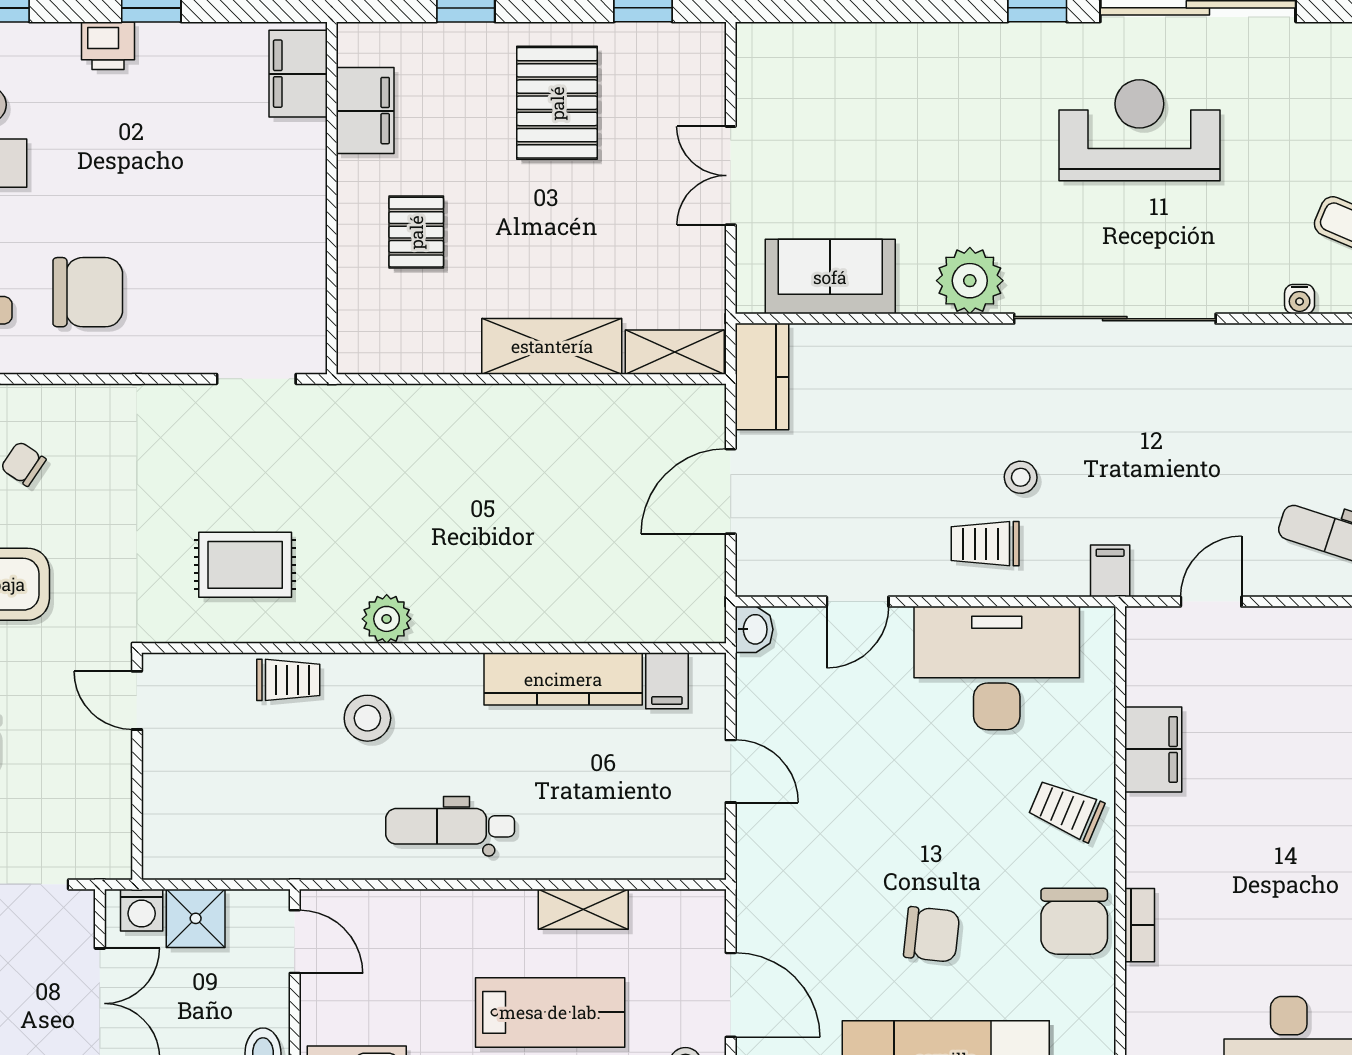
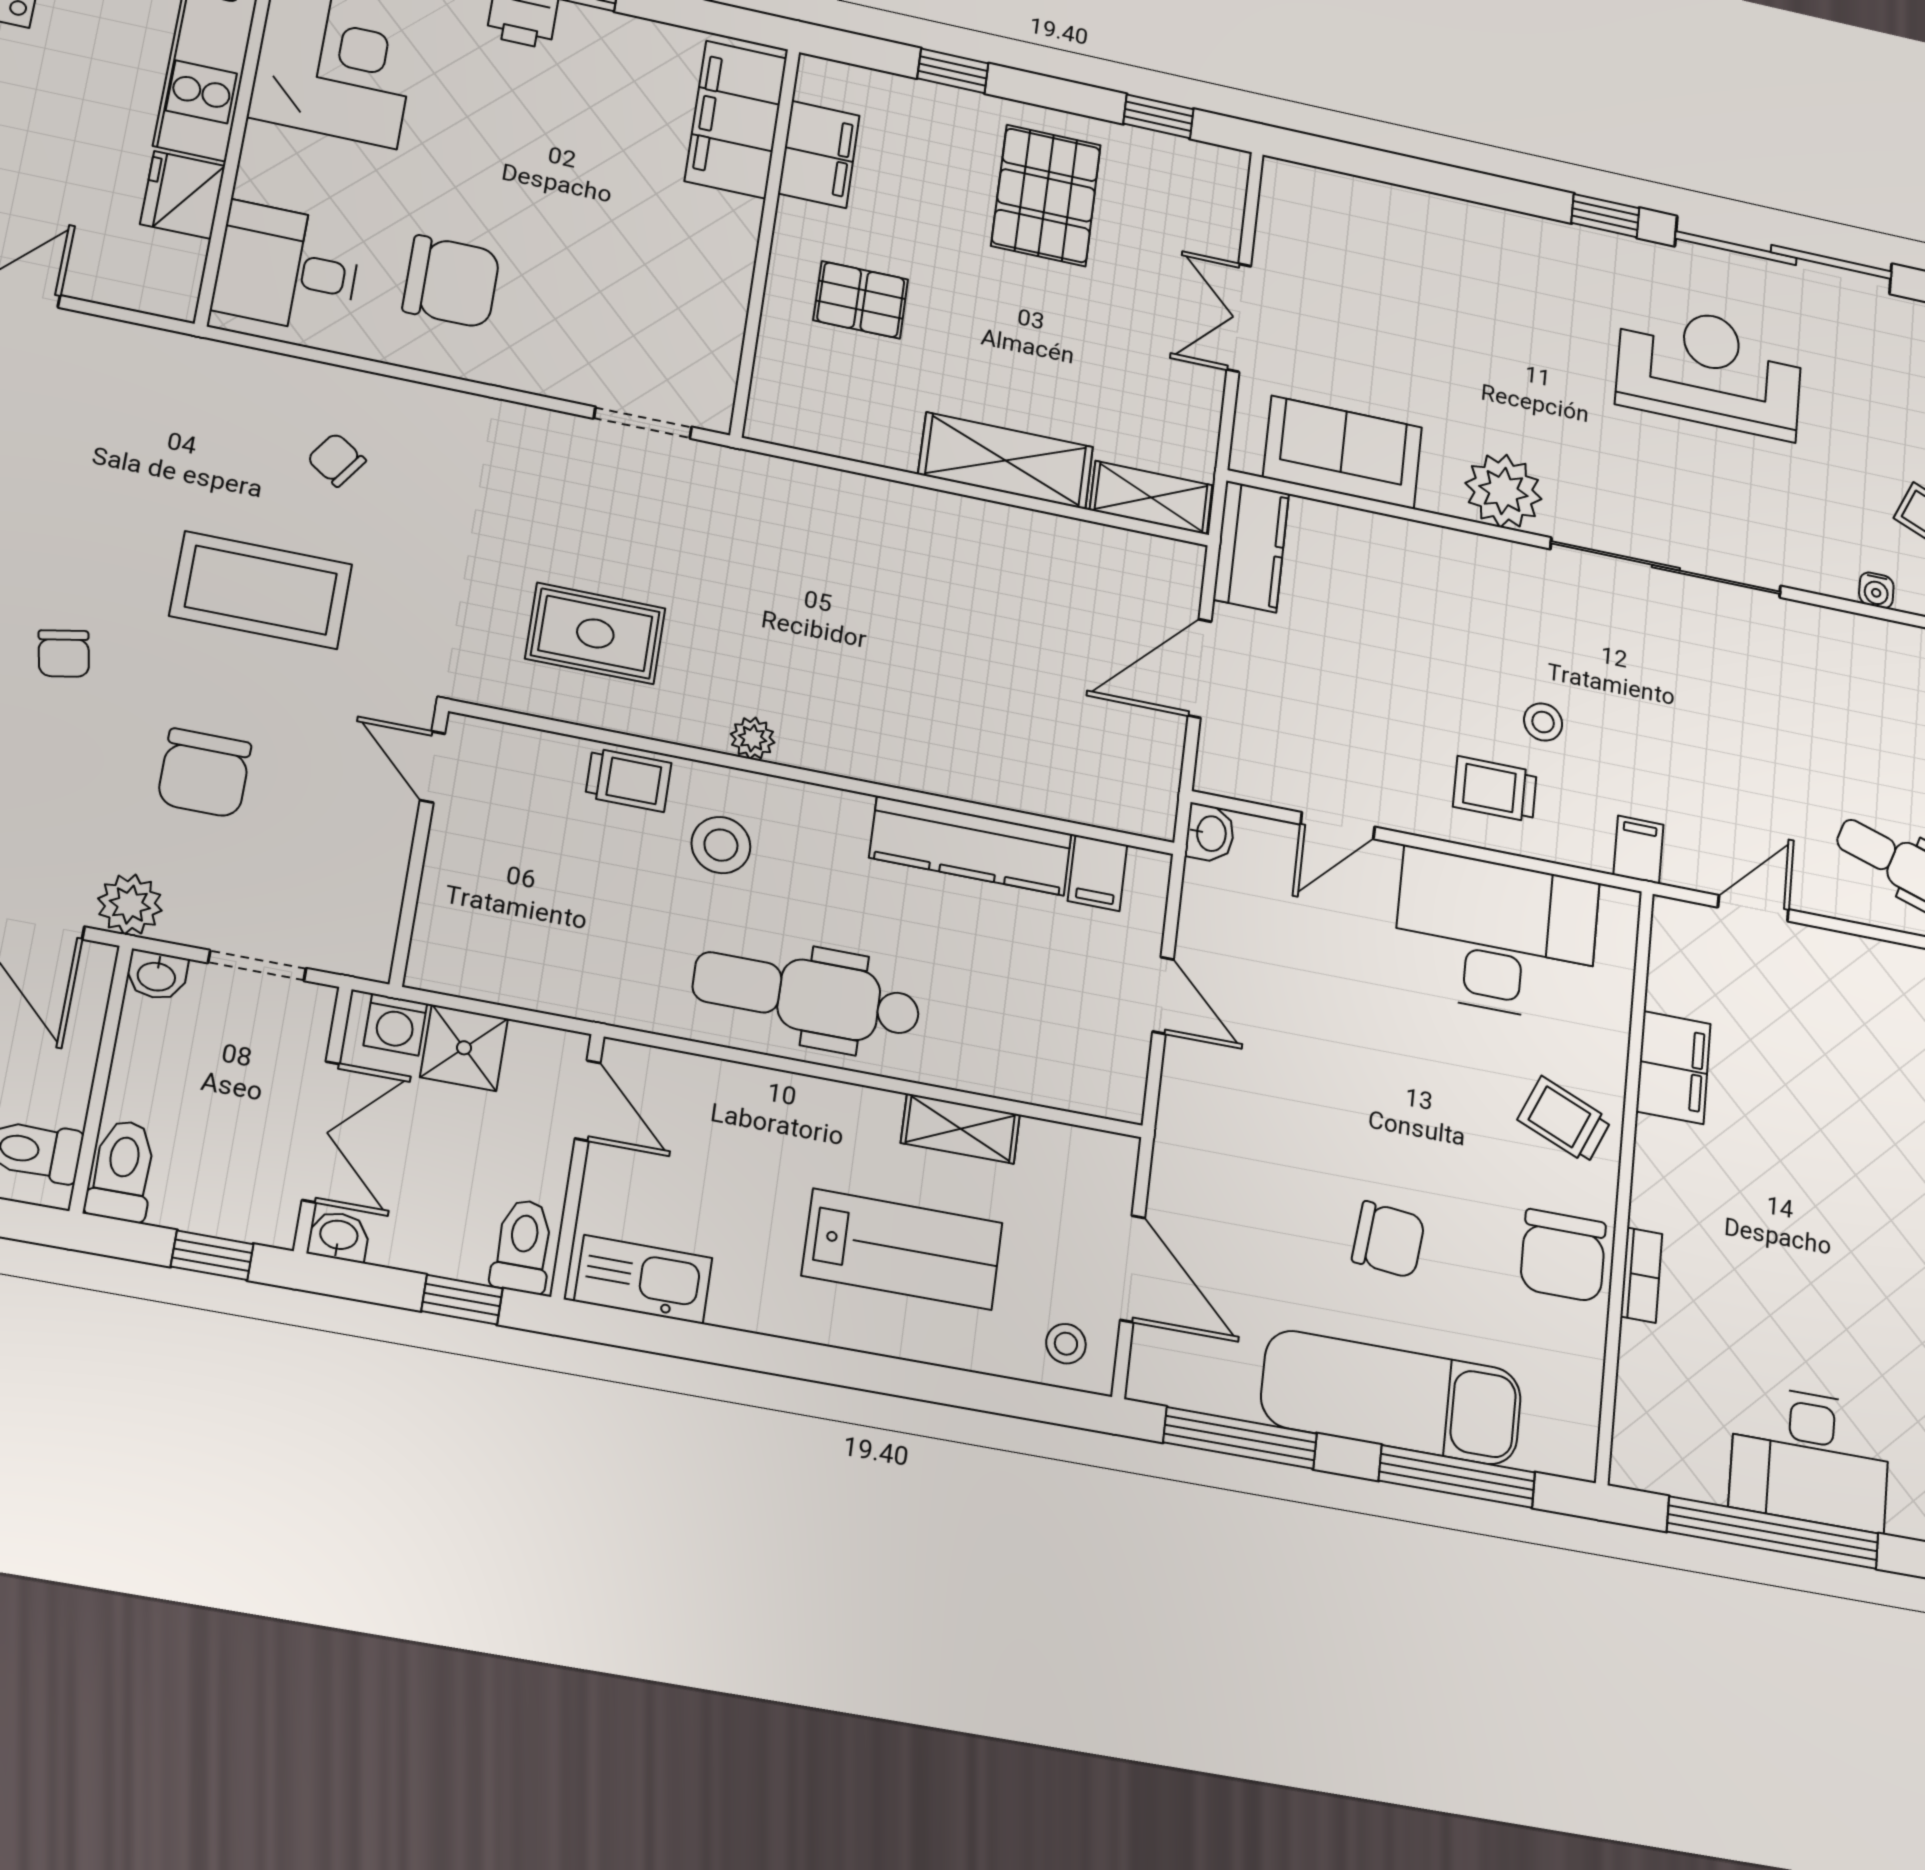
filing cabinet: (298, 74) -> (736, 119), width x1.50, depth x1.17
pallet: (416, 232) -> (861, 300), turned 90
plant: (387, 619) -> (753, 738), width x0.73, depth x0.73
dental chair: (450, 826) -> (806, 996), width x1.36, depth x1.38

